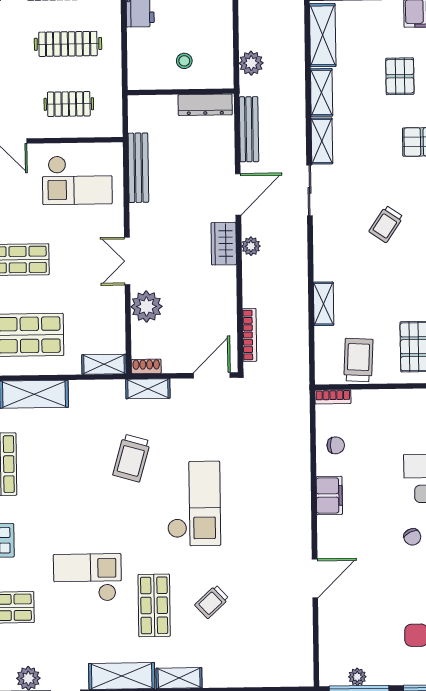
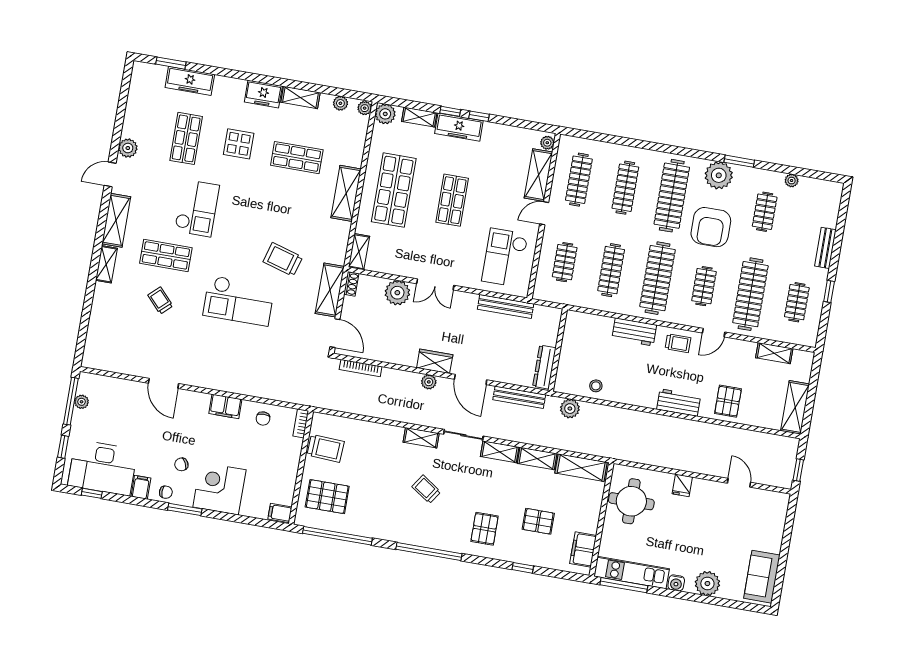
stool: (184, 61) -> (596, 386), moved
double door: (127, 261) -> (435, 284), swing flipped
shelving: (324, 304) -> (421, 438), moved
shelving: (148, 389) -> (330, 290), width x1.50, depth x1.33

